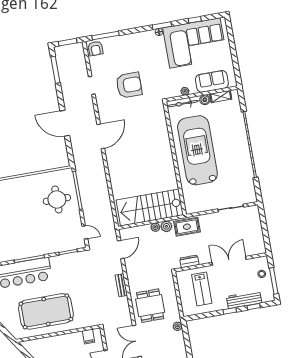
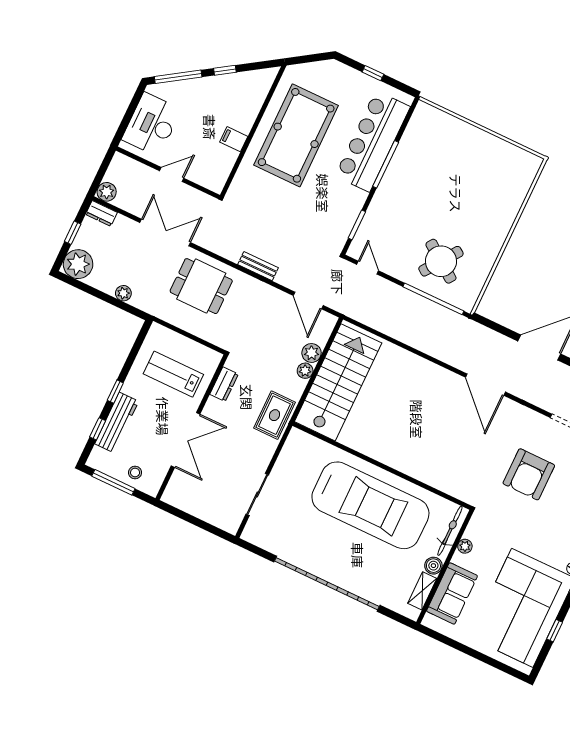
round table: (57, 199) -> (441, 261), turned 36
plant: (166, 226) -> (312, 353), moved
door: (85, 232) -> (368, 268), swing flipped
plant: (178, 326) -> (123, 293), moved
filing cabinet: (88, 336) -> (234, 139), moved

